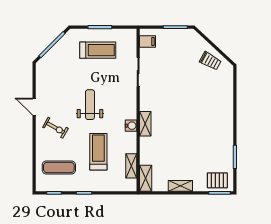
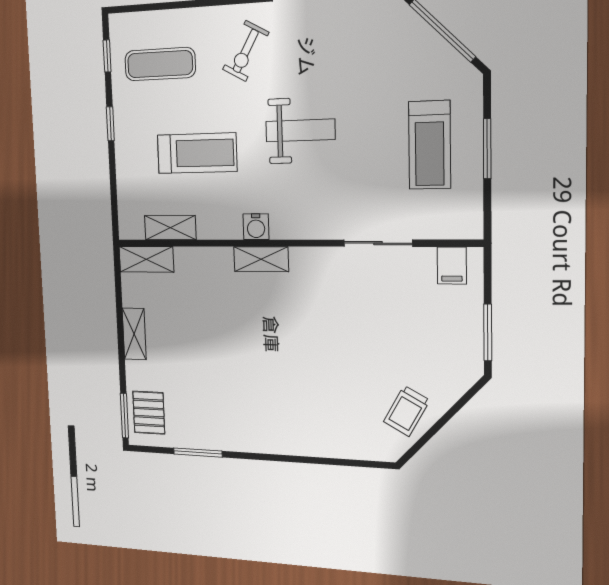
exercise mat: (59, 168) -> (160, 64), turned 90

